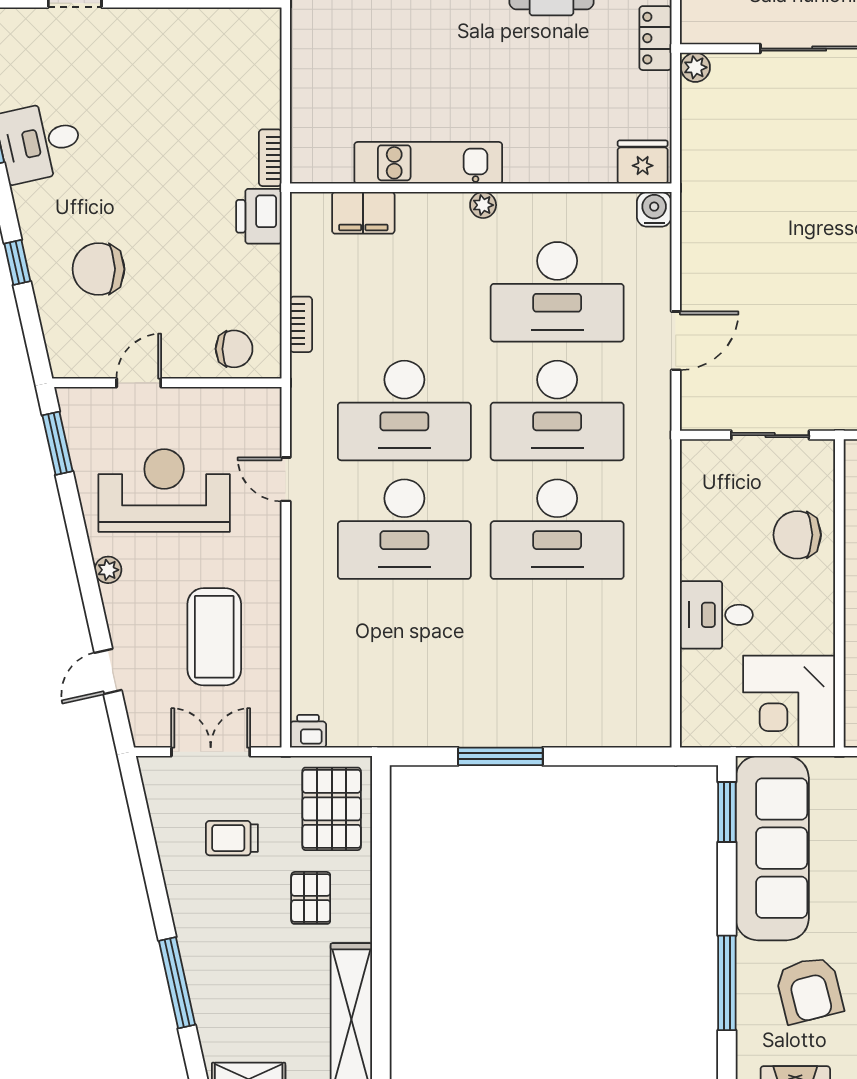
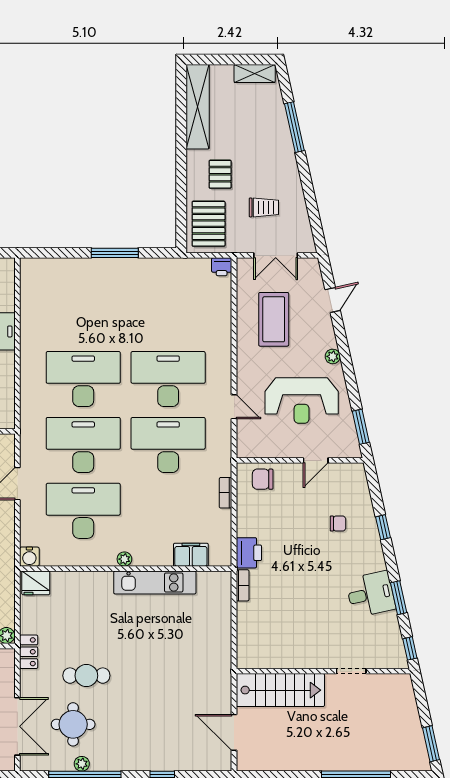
chair: (98, 269) -> (338, 524), width x0.54, depth x0.54

